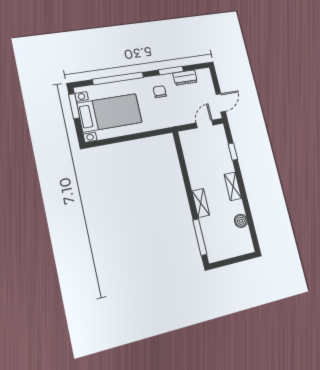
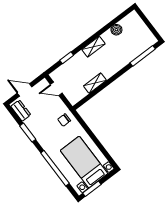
dresser: (185, 78) -> (21, 111), moved
chair: (160, 92) -> (64, 120), moved
door: (221, 103) -> (25, 90), moved
shelving: (201, 203) -> (95, 83), moved

